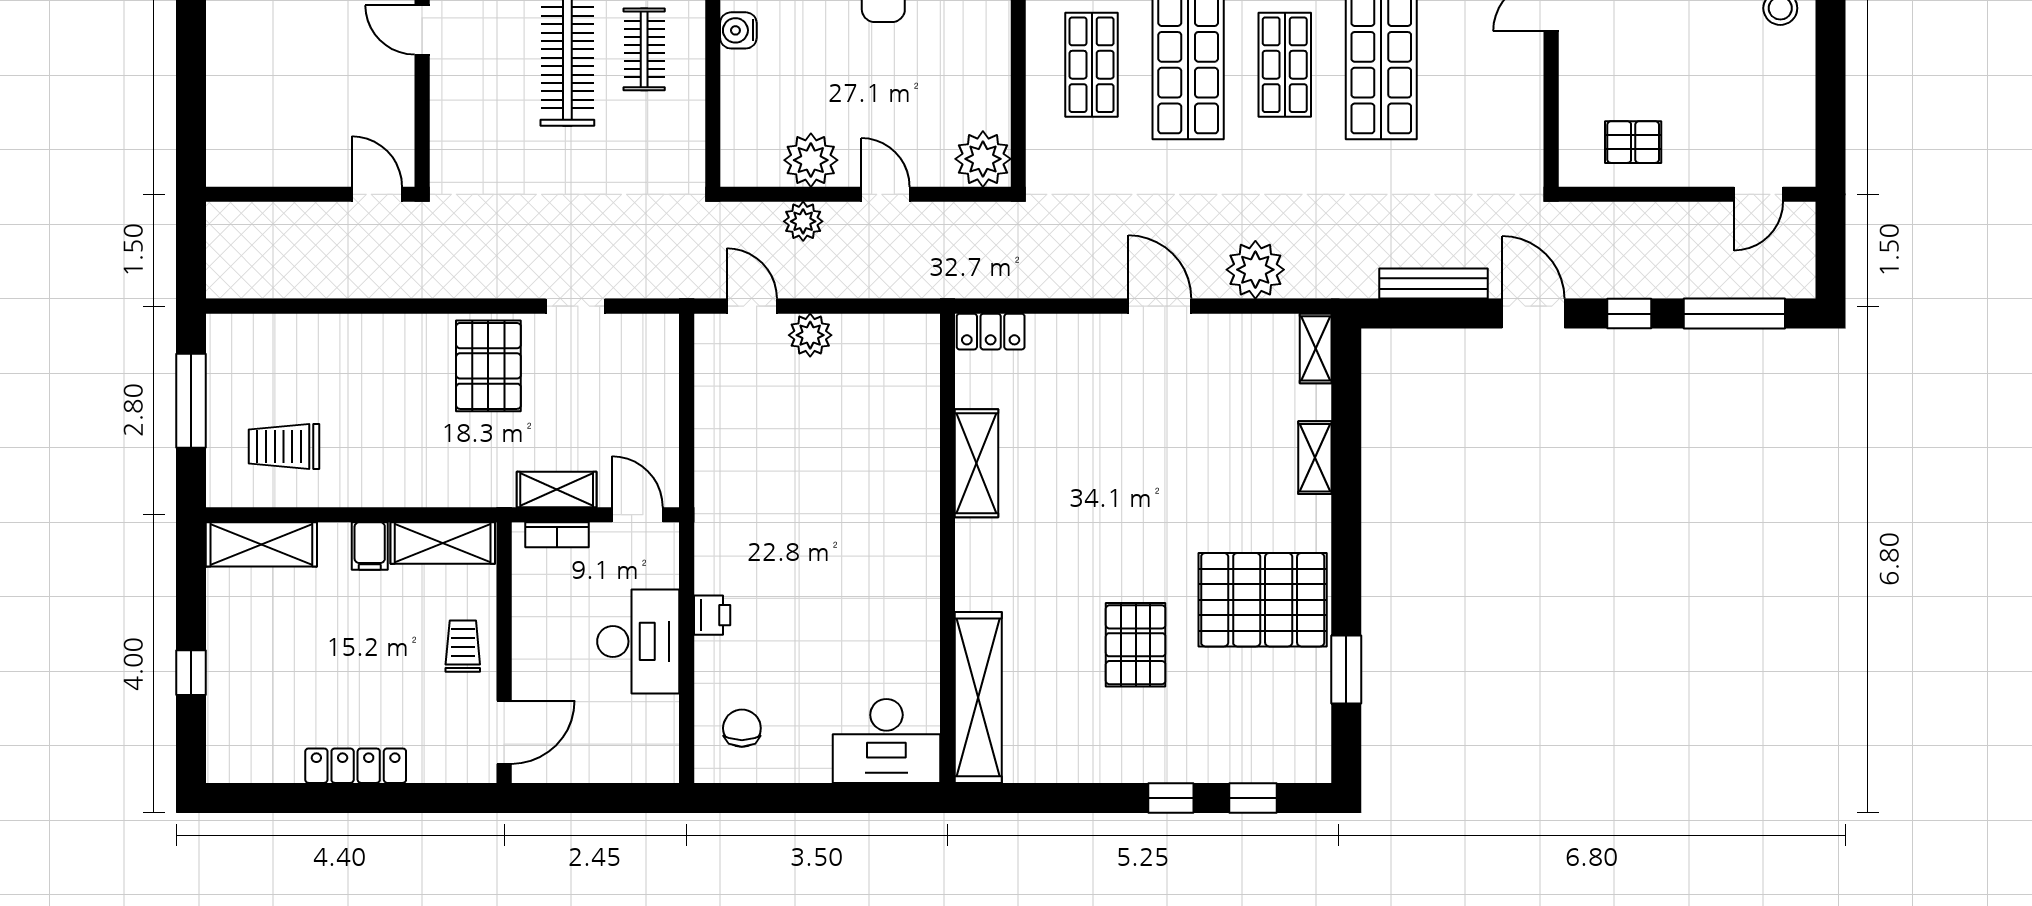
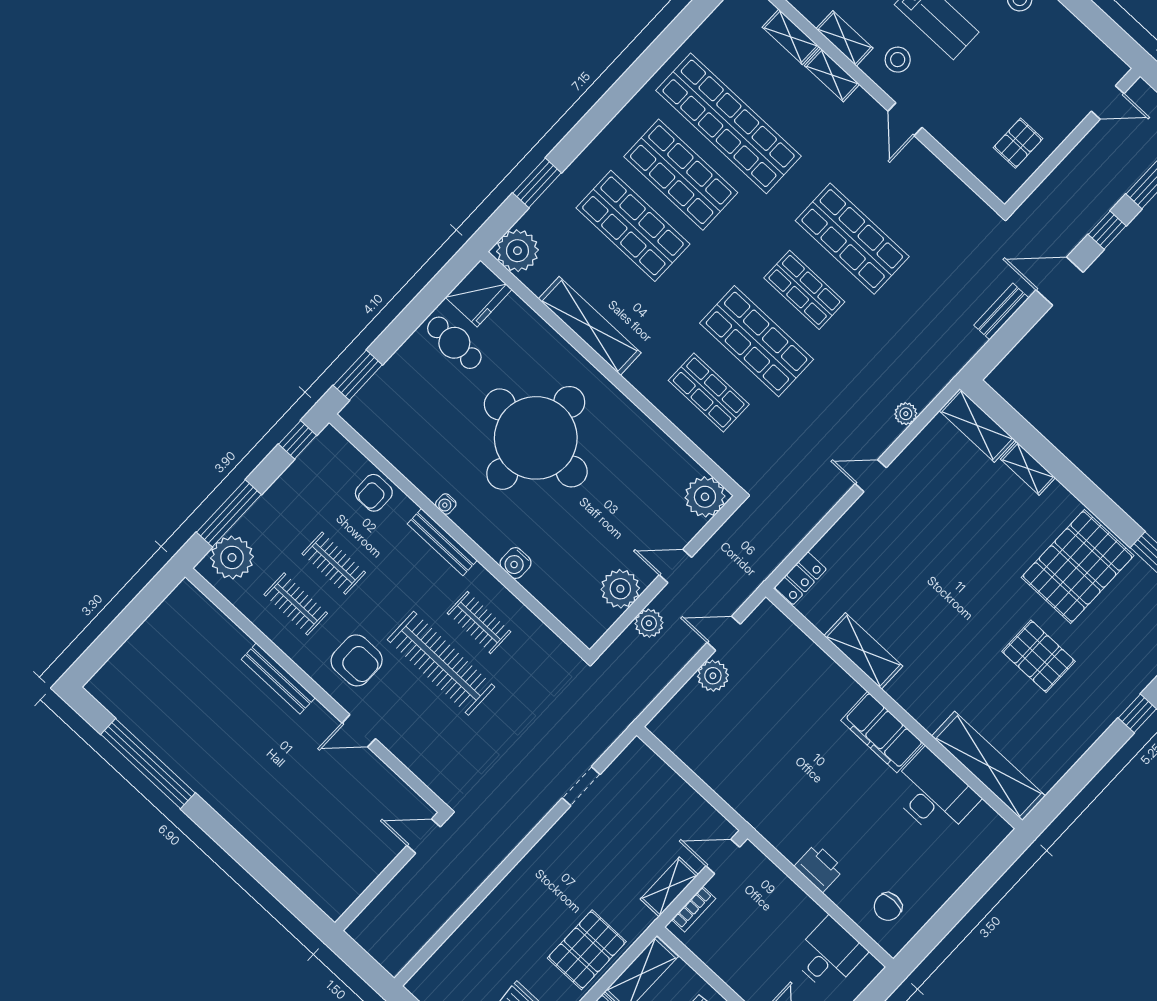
door: (1758, 194) -> (1108, 102), hinge flipped
plant: (1255, 270) -> (906, 414), width x0.53, depth x0.53
bench: (1434, 283) -> (1001, 312), width x0.73
door: (752, 306) -> (724, 633), moved
door: (1160, 306) -> (871, 476), width x0.73
shelving: (1316, 348) -> (977, 425), width x1.50, depth x1.33
pallet: (488, 366) -> (587, 950), moved, turned 90
filing cabinet: (913, 559) -> (882, 732), added
printer: (712, 615) -> (819, 868), width x1.36, depth x1.24
desk: (638, 641) -> (829, 955), moved, width x0.73
chair: (742, 728) -> (888, 907), turned -90
desk: (886, 741) -> (933, 794), moved, turned -90

